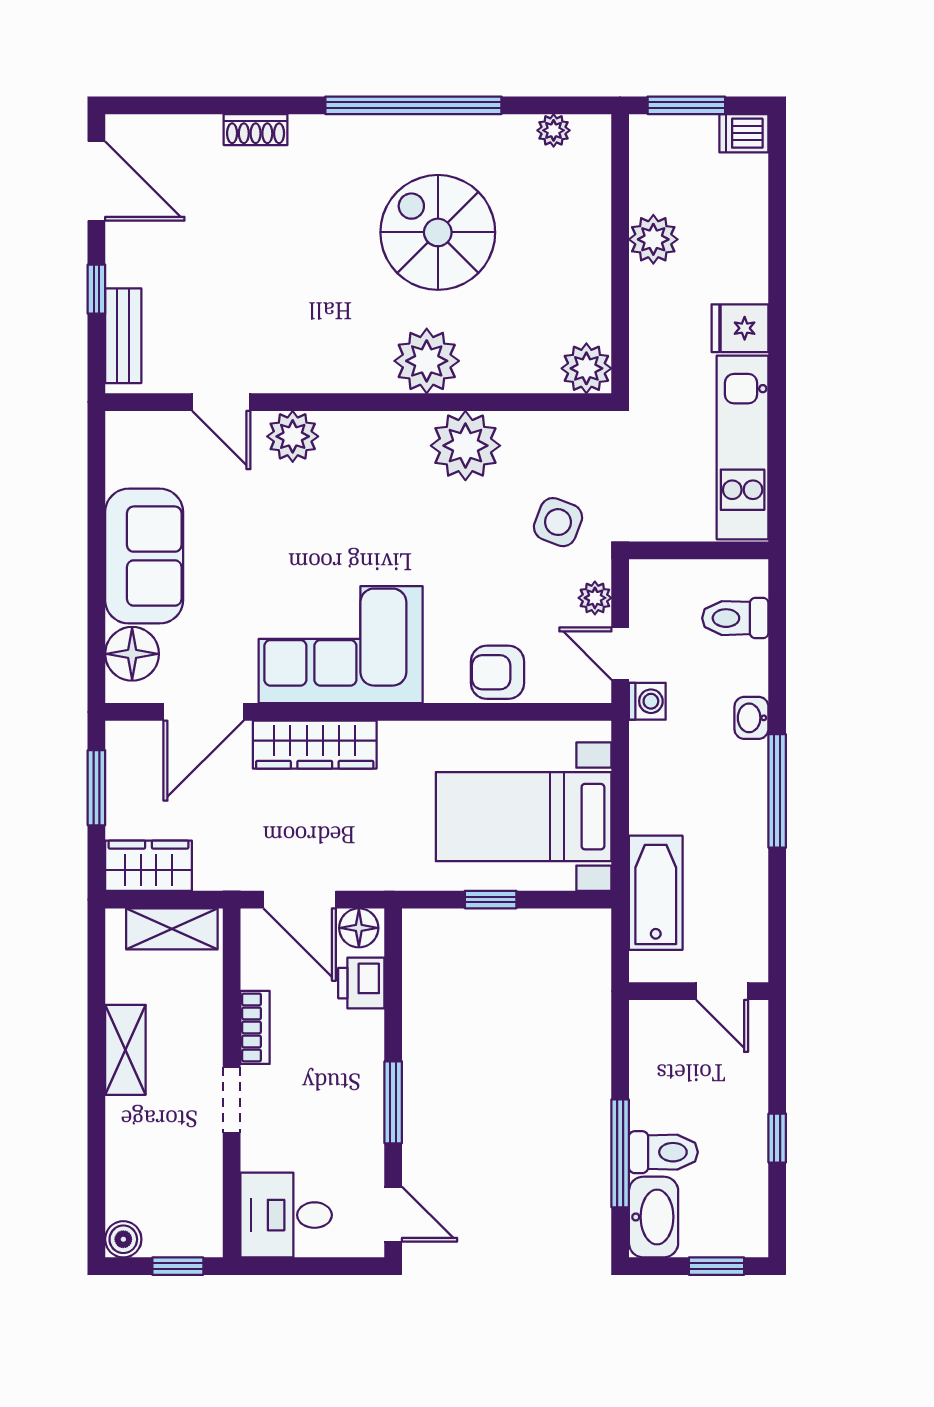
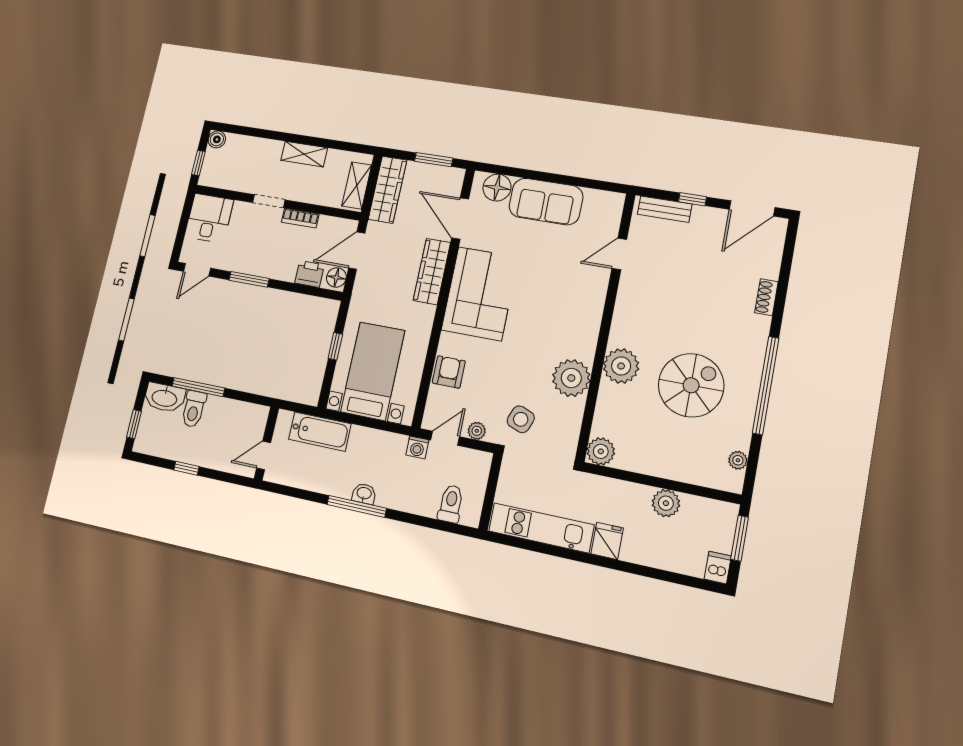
plant: (293, 436) -> (594, 288), removed
washbasin: (751, 718) -> (364, 494), moved
wardrobe: (148, 866) -> (387, 190), width x1.50

